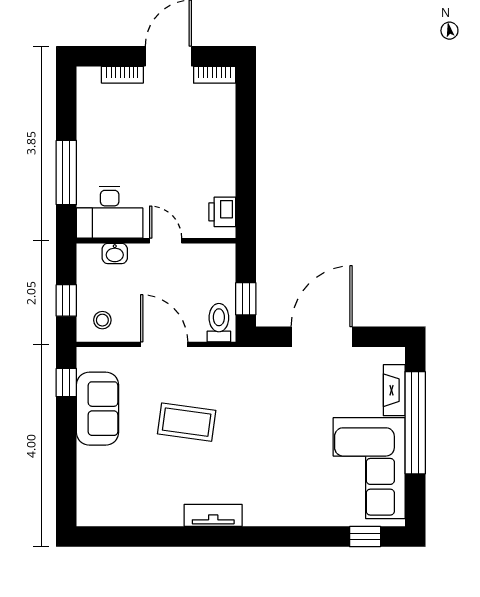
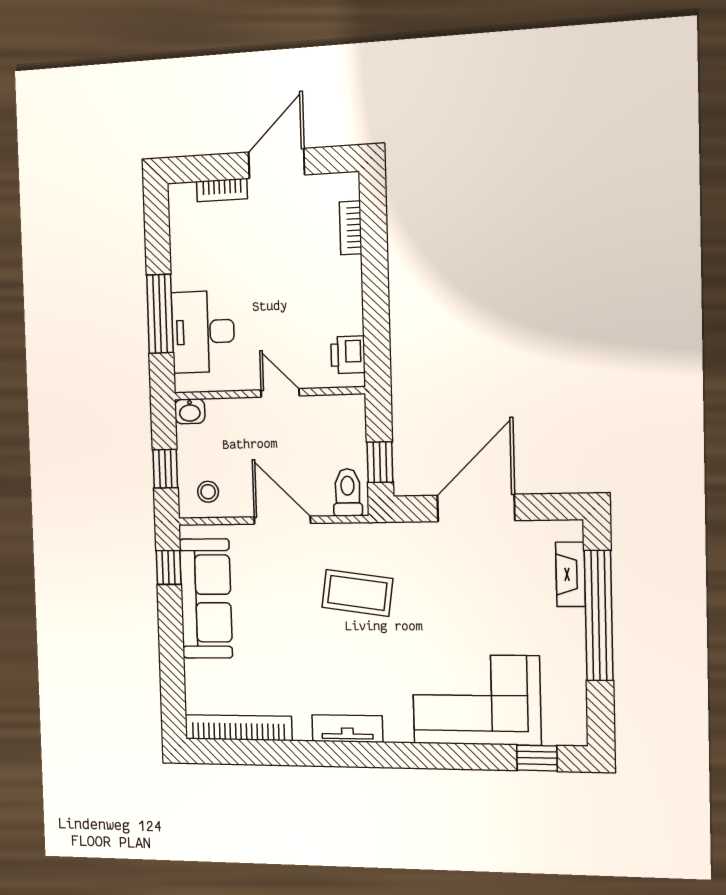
bookcase: (215, 75) -> (351, 228), moved, turned 90
desk: (110, 212) -> (203, 332), moved, turned 90
washbasin: (115, 253) -> (190, 411), moved
sofa: (98, 409) -> (206, 598), width x1.36
coffee table: (187, 422) -> (357, 593), moved
corner sofa: (369, 468) -> (476, 700), moved, turned 90
bookcase: (122, 516) -> (238, 728), added

